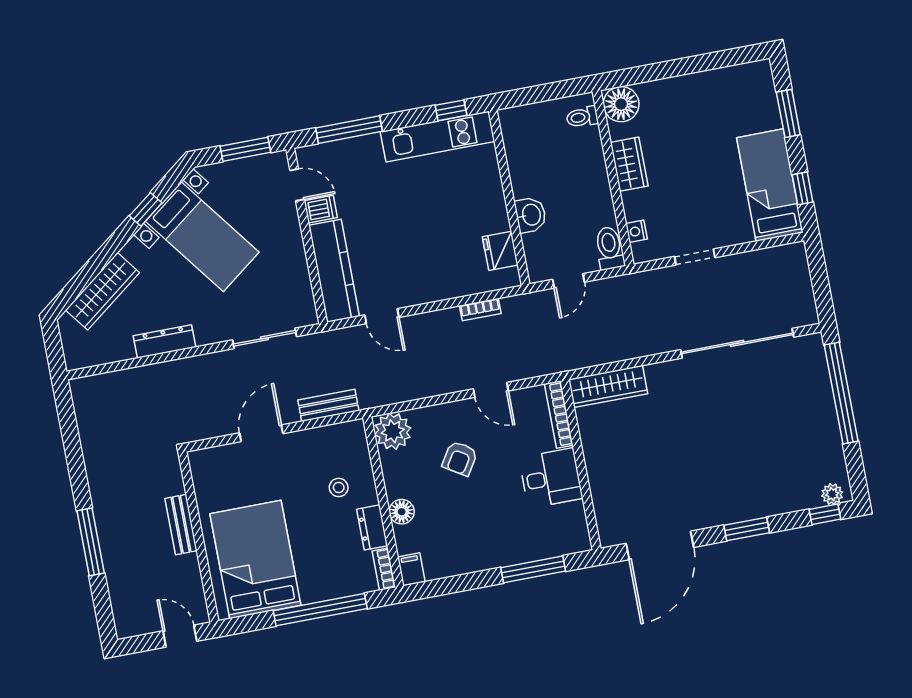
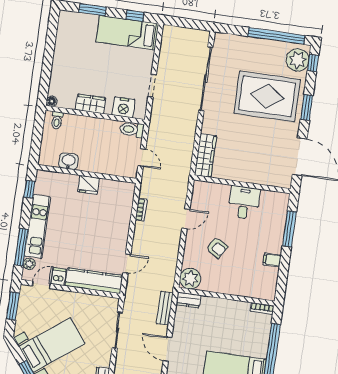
floor lamp: (621, 104) -> (52, 101), width x0.53, depth x0.53
kitchen unit: (437, 137) -> (38, 226), moved
plant: (325, 152) -> (29, 264), added
washbasin: (531, 215) -> (69, 161), moved
nightstand: (636, 231) -> (123, 107), width x1.89, depth x1.79
fridge: (500, 251) -> (89, 185), moved
window: (841, 393) -> (276, 36), moved
bookcase: (559, 415) -> (211, 187), removed
rug: (743, 456) -> (267, 96), added
stool: (339, 487) -> (210, 318), removed
plant: (832, 494) -> (298, 60), width x1.88, depth x1.88
floor lamp: (402, 512) -> (235, 288), removed
dresser: (372, 527) -> (188, 300), moved
filing cabinet: (411, 569) -> (272, 260), moved

